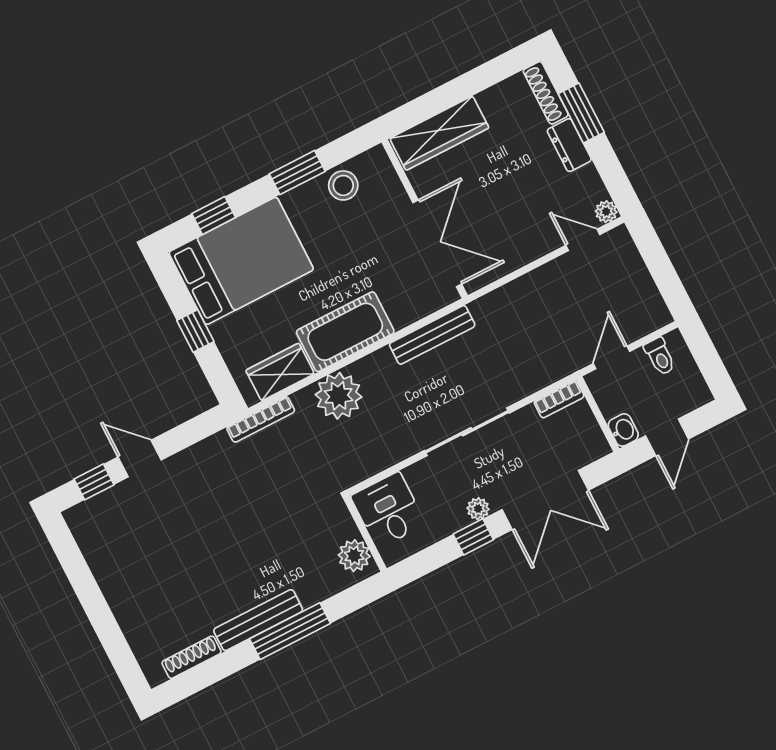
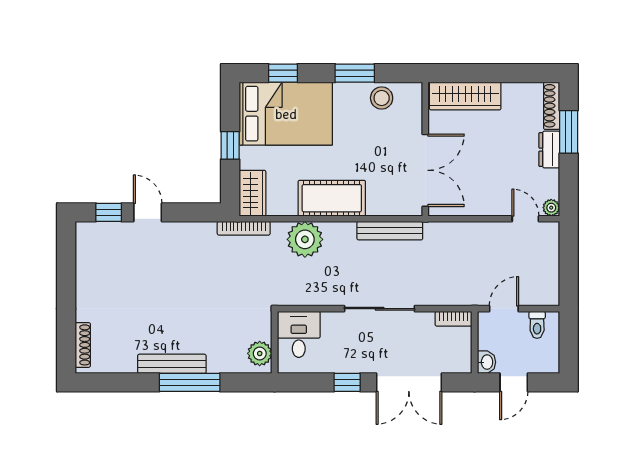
wardrobe: (280, 372) -> (252, 193), moved, turned 90
plant: (478, 509) -> (360, 365), removed
shoe rack: (191, 657) -> (83, 345), moved, turned 90

